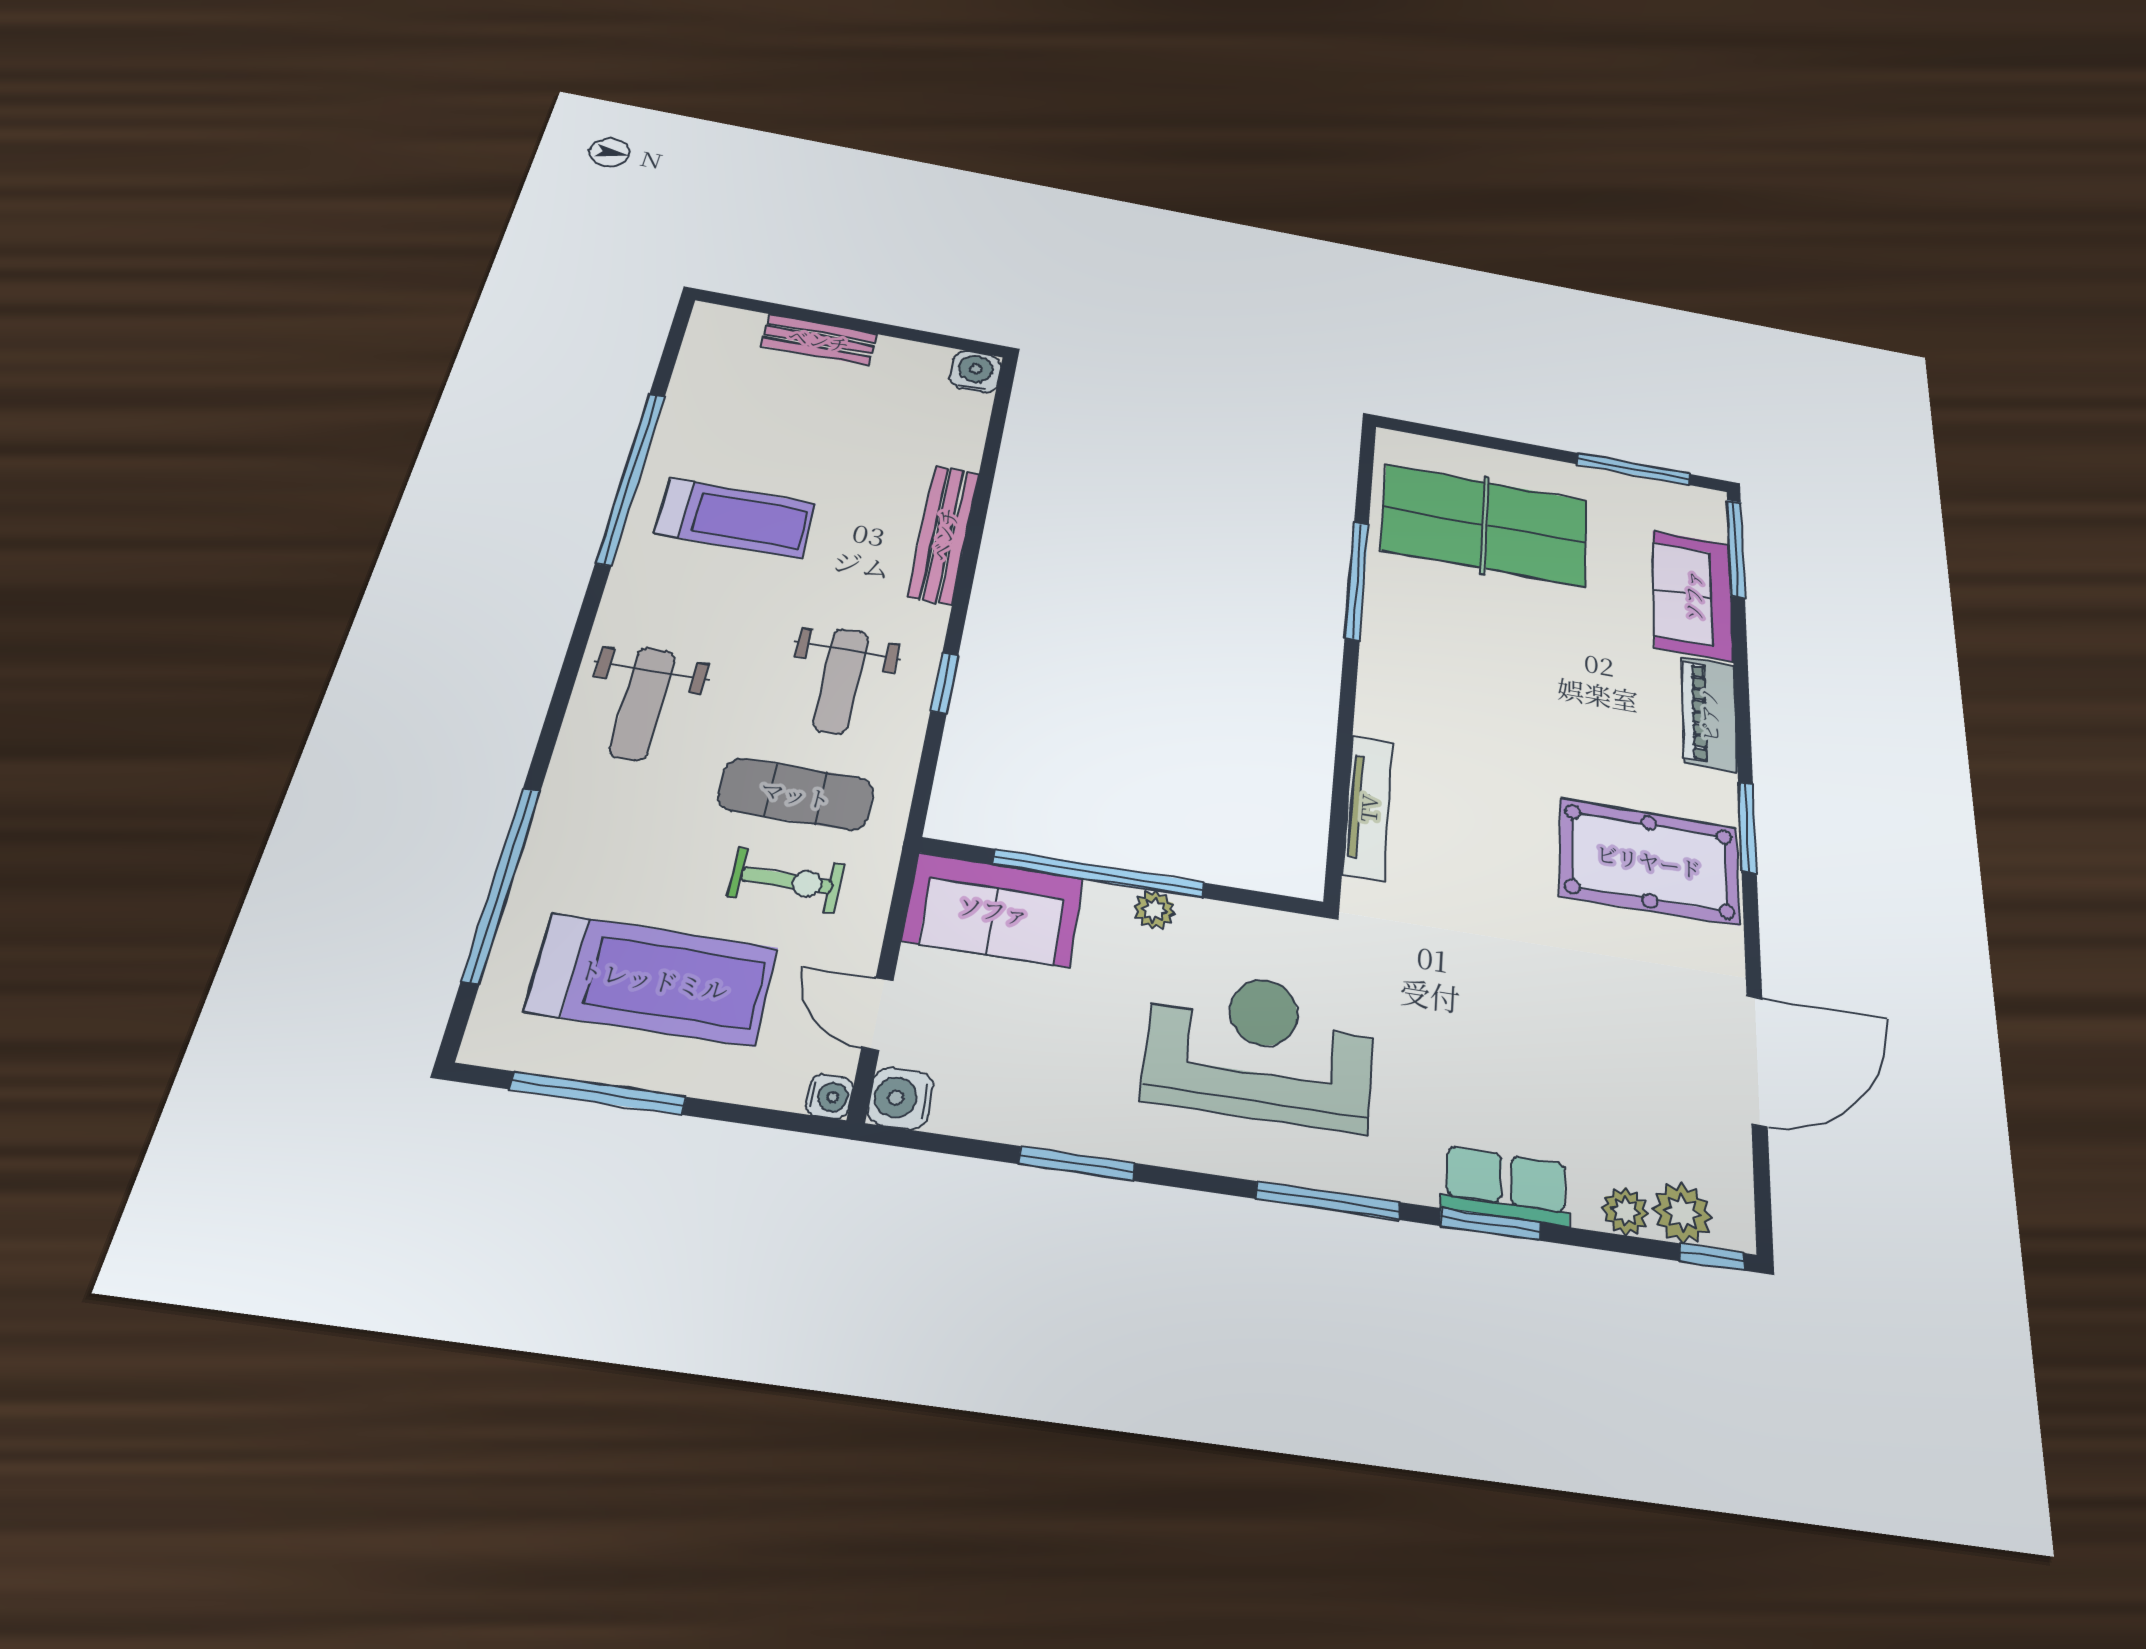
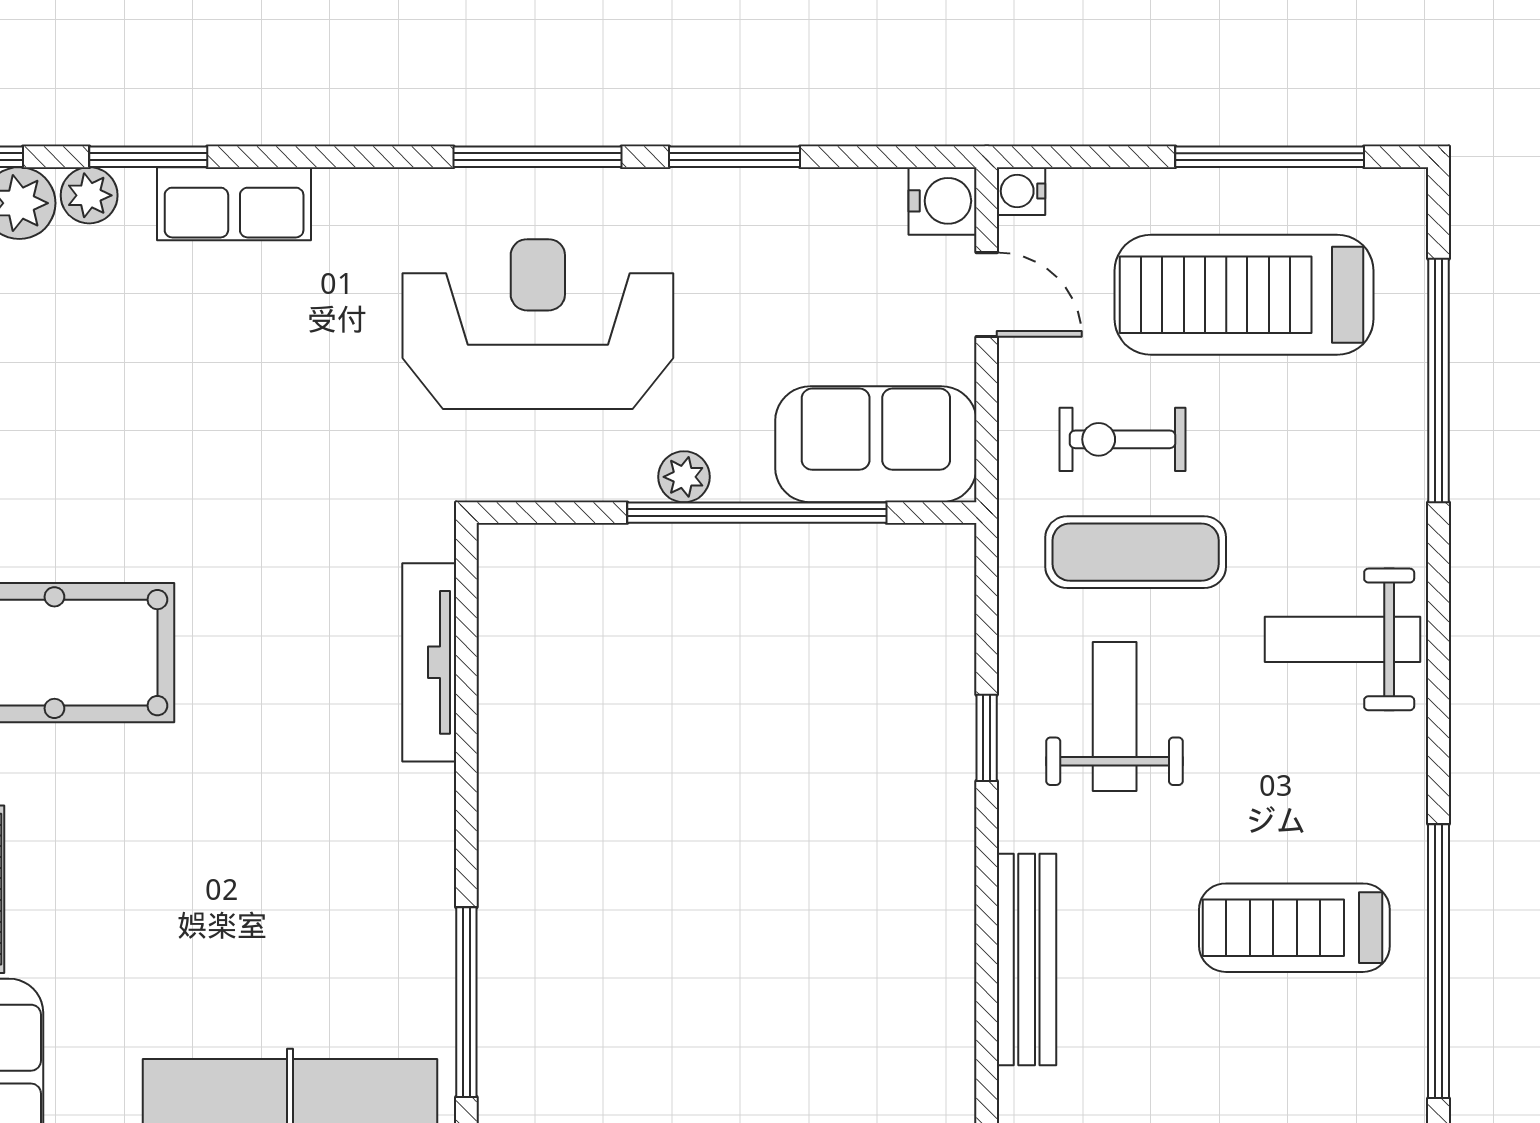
weight bench: (642, 703) -> (1343, 639), turned -90
reception desk: (1260, 1048) -> (538, 324), turned 180
window: (1328, 1201) -> (537, 157), moved
window: (1490, 1224) -> (148, 157), moved

